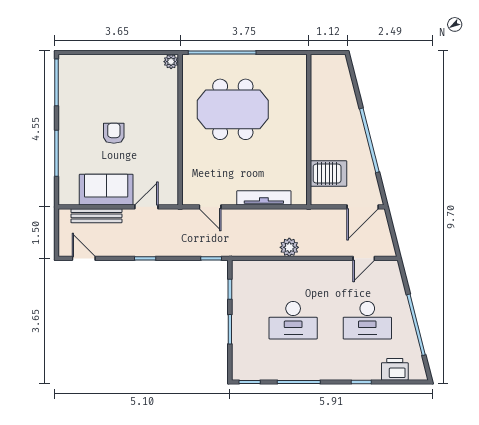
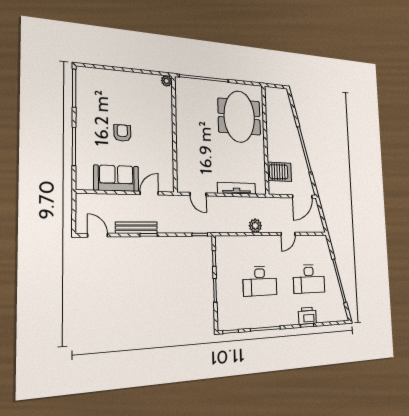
meeting table: (233, 109) -> (239, 117), moved, turned 90
bench: (96, 216) -> (137, 228), moved
door: (364, 258) -> (288, 234), moved
printer: (395, 369) -> (307, 316), moved

